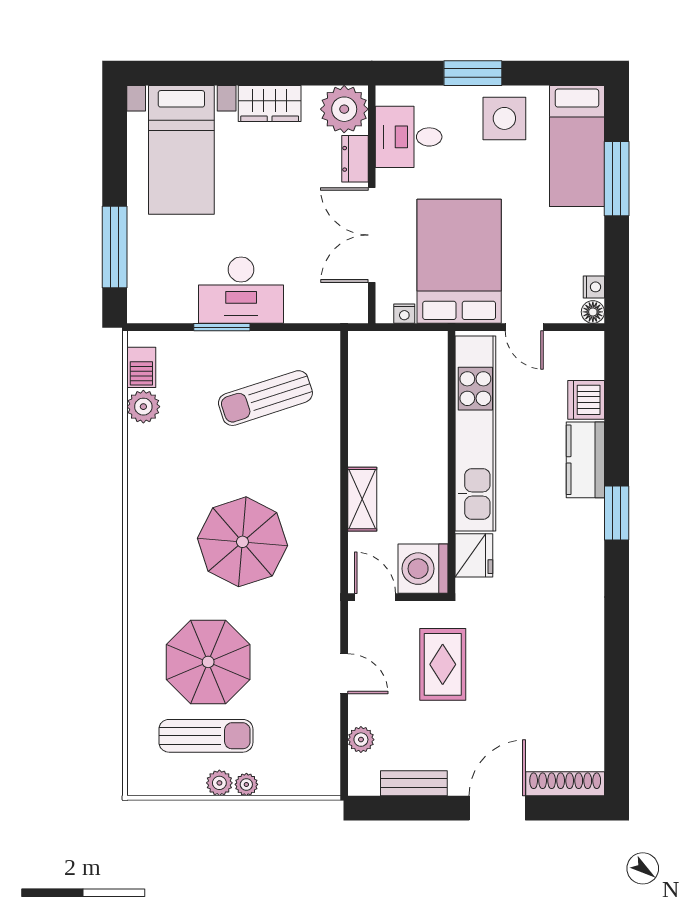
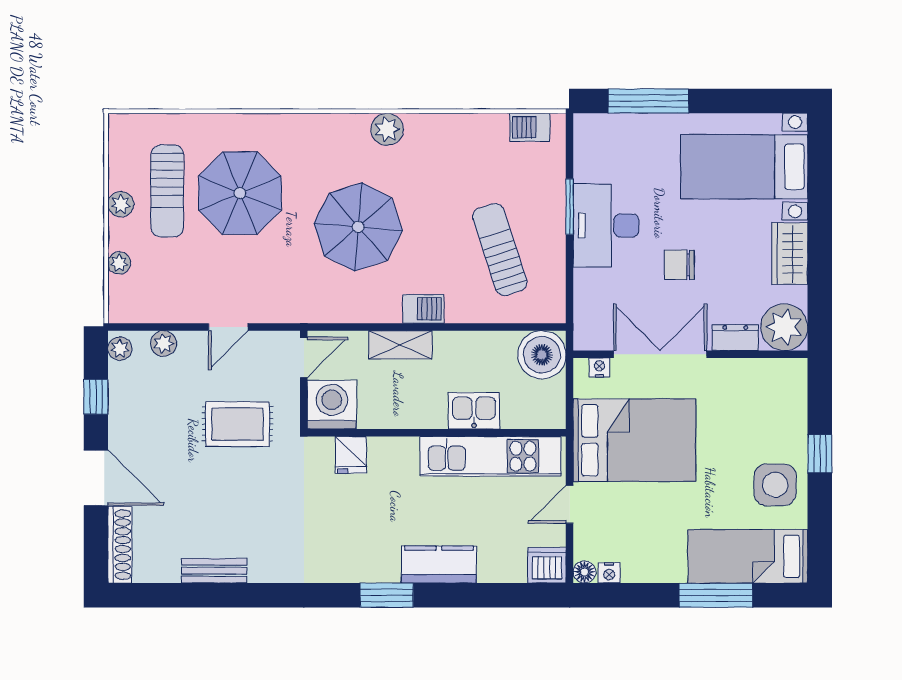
window: (473, 73) -> (820, 454), width x0.67
desk: (409, 137) -> (757, 390), removed
chair: (281, 216) -> (679, 265), added
nightstand: (404, 314) -> (599, 367), moved, turned 90
boiler: (372, 355) -> (542, 355), added
dishwasher: (586, 400) -> (547, 565), moved
plant: (143, 407) -> (387, 129), moved
kitchen sink: (429, 424) -> (474, 411), added
kitchen unit: (475, 433) -> (490, 456), width x0.73
barbecue: (326, 476) -> (423, 309), added
fridge: (474, 555) -> (351, 455), width x0.72
bench: (414, 783) -> (214, 571), moved, turned 90
plant: (246, 784) -> (119, 263), moved
plant: (366, 784) -> (120, 349), added
window: (415, 808) -> (96, 397), added

